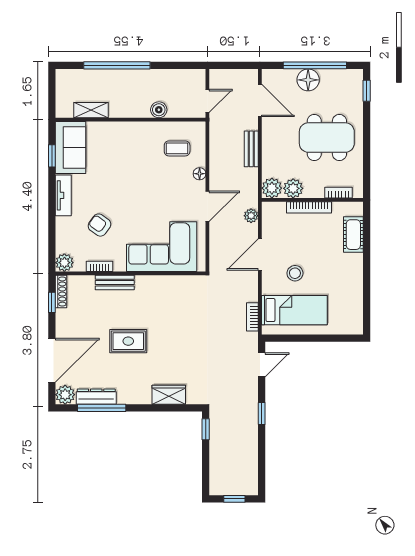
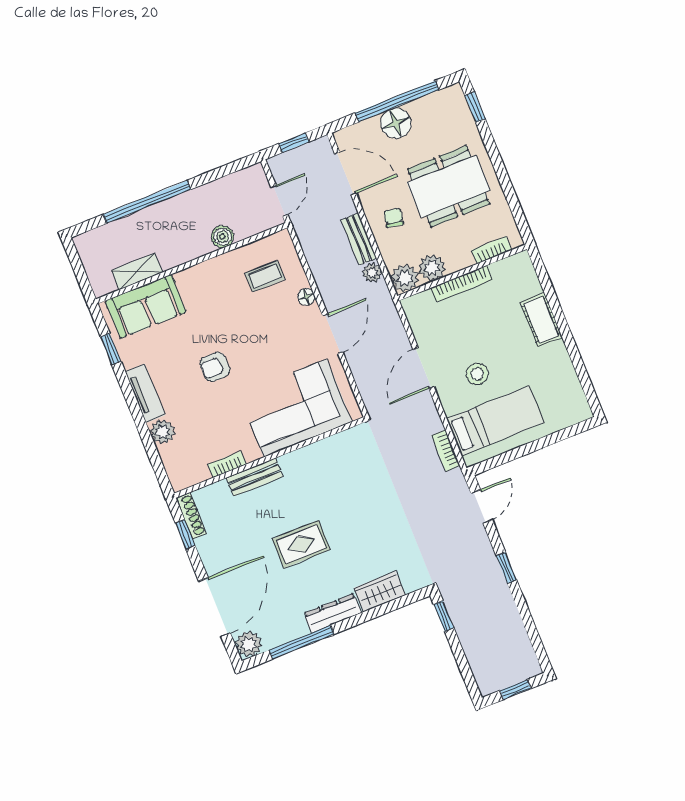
window: (233, 65) -> (294, 143), added
chair: (281, 144) -> (393, 218), added
sofa: (71, 147) -> (146, 307), moved, turned 90
plant: (251, 216) -> (372, 273), moved
armchair: (100, 225) -> (215, 367), moved, turned -36
cot: (353, 235) -> (541, 320), moved
plant: (64, 263) -> (162, 432), moved
dresser: (96, 397) -> (333, 613), moved

